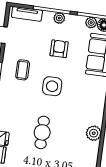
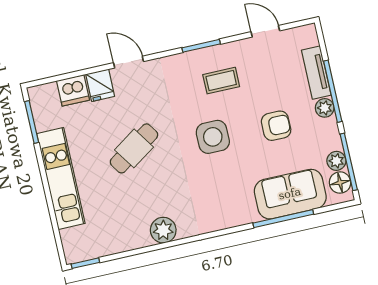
tv unit: (27, 14) -> (316, 73), moved
cafe table: (42, 132) -> (134, 148), turned -34

